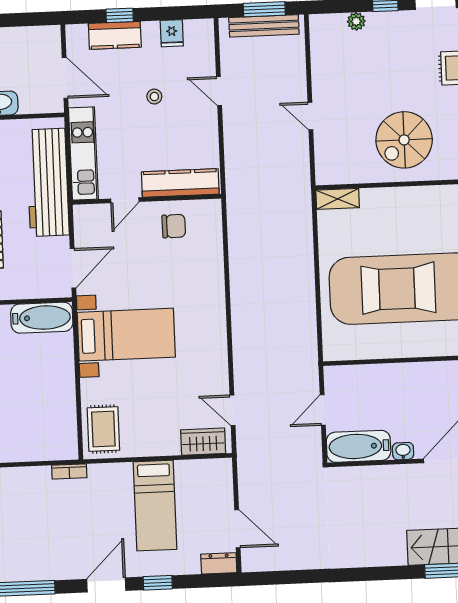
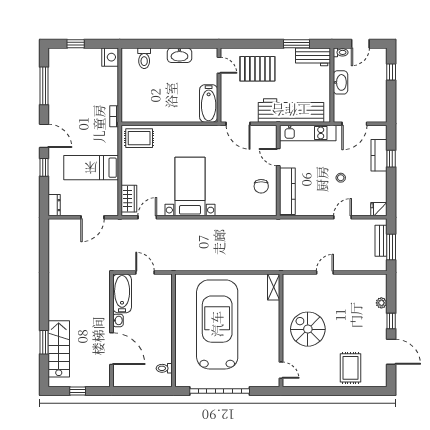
bench: (264, 26) -> (381, 241), width x0.73
fridge: (172, 33) -> (379, 209), moved
bed with nightstands: (126, 335) -> (190, 187), moved, turned 180
door: (237, 529) -> (92, 217), moved

